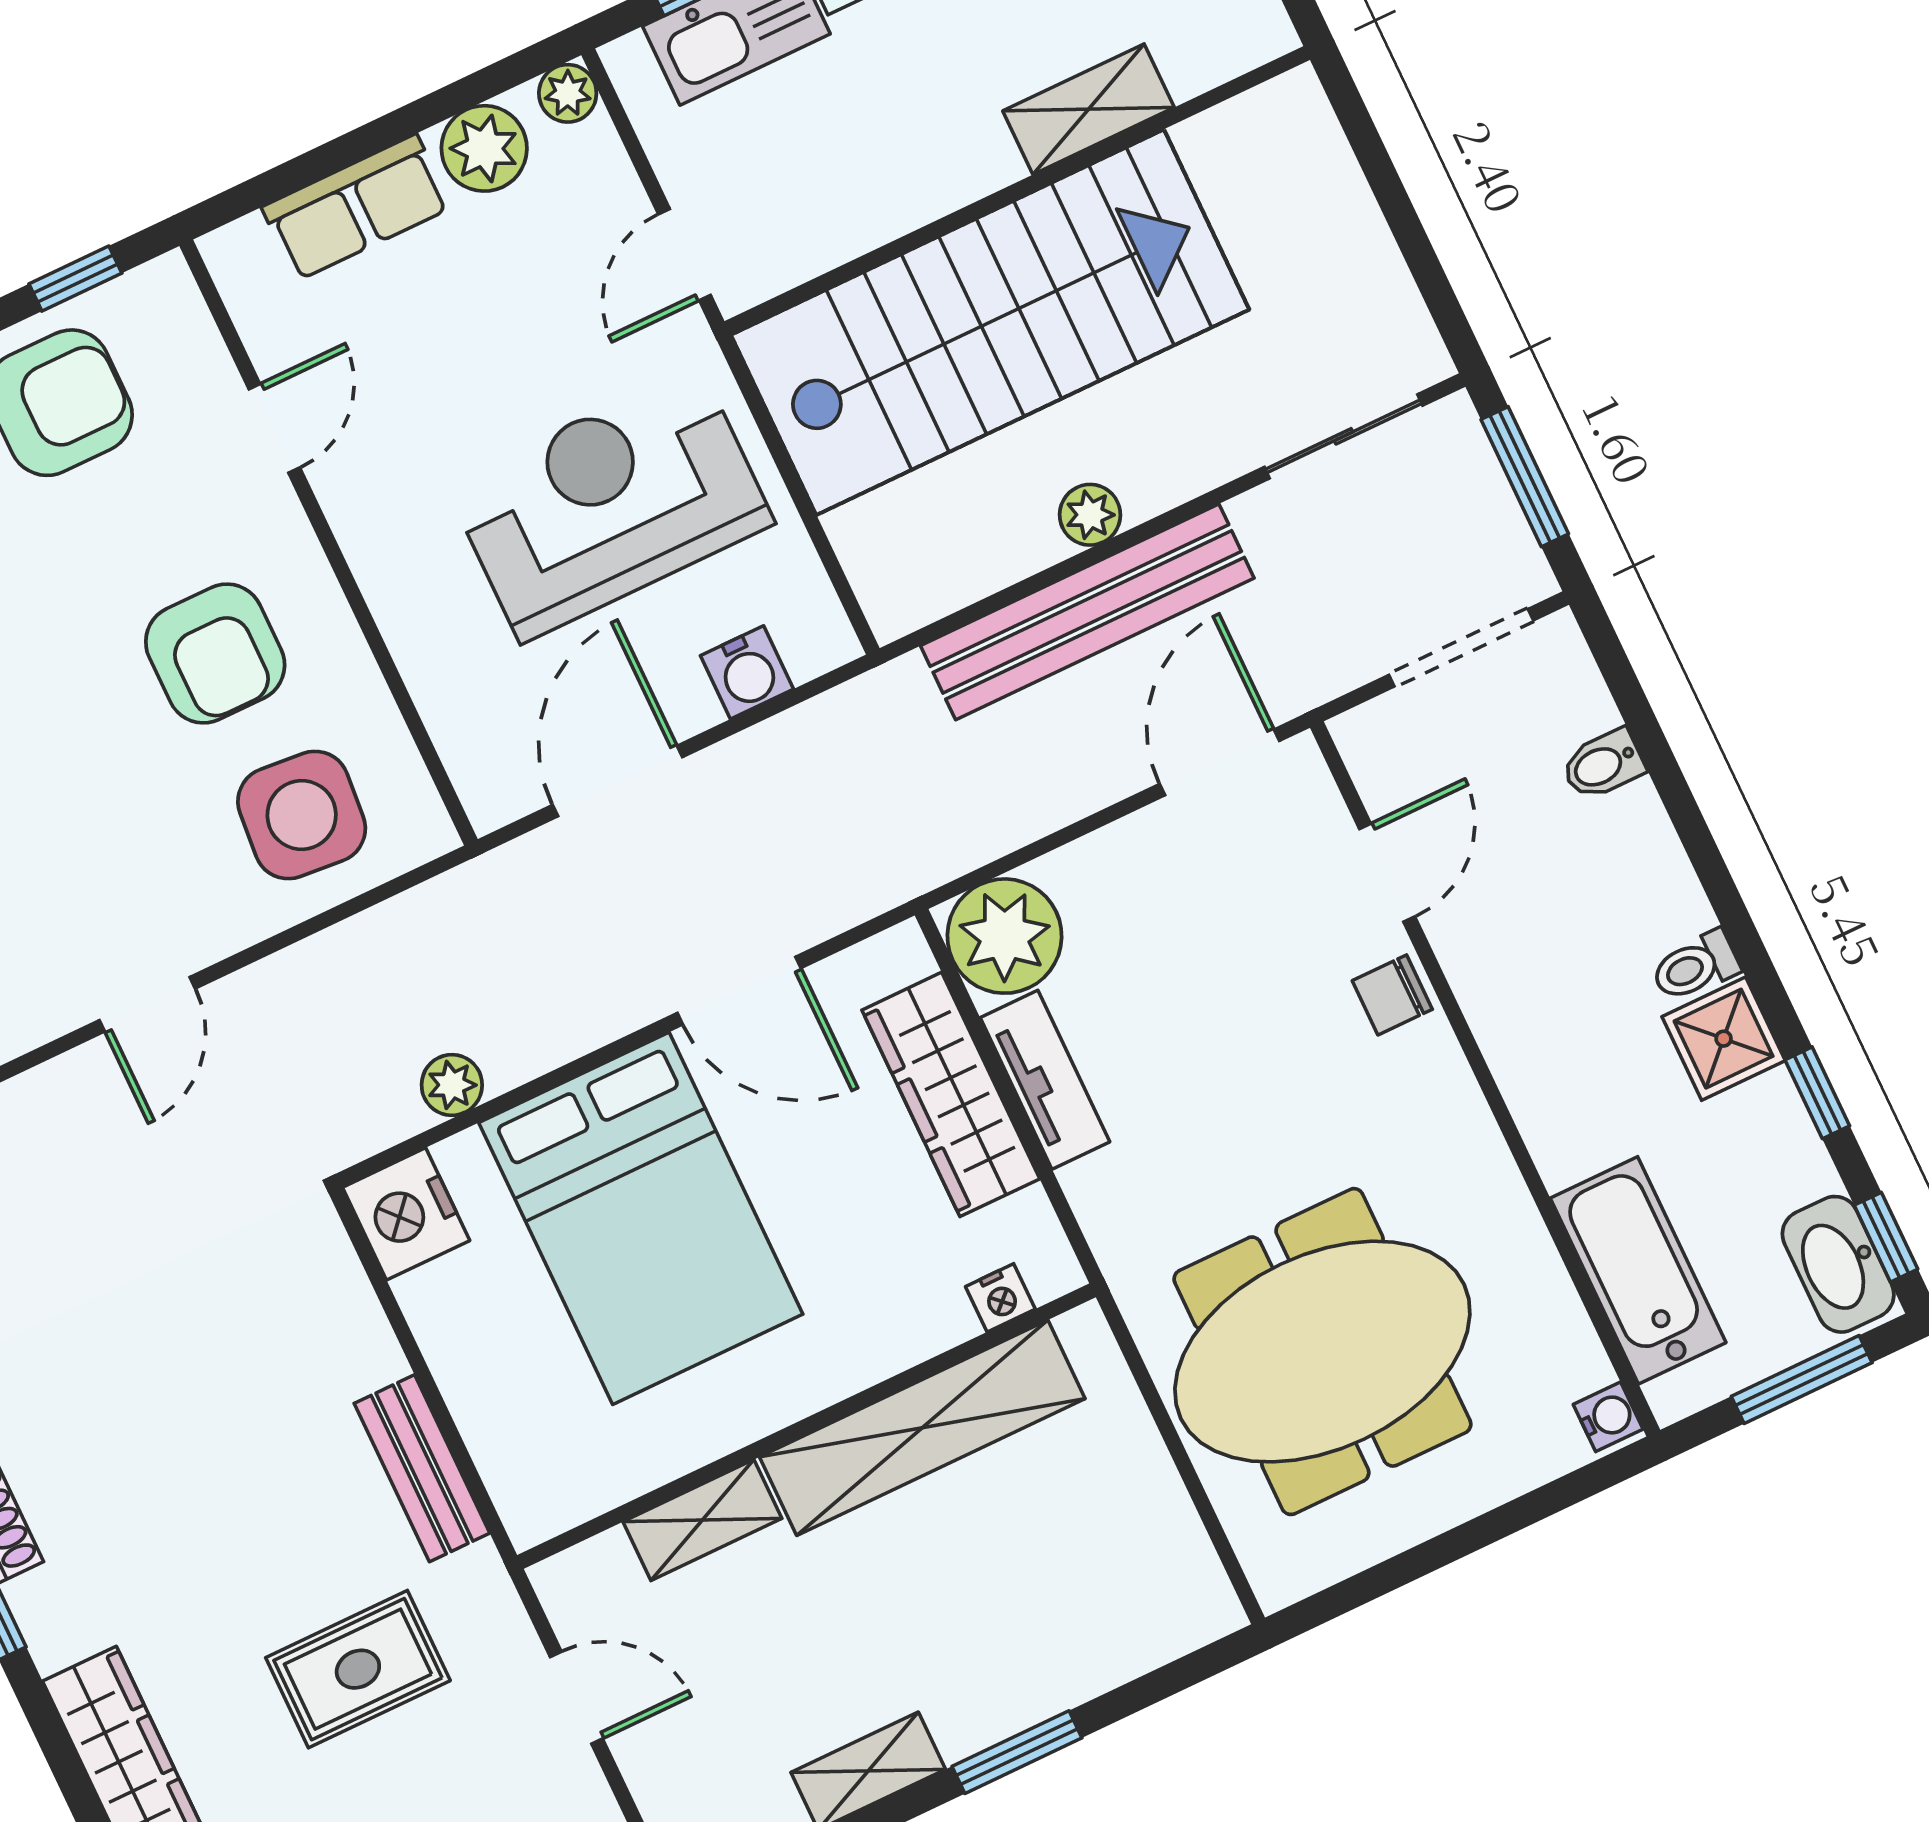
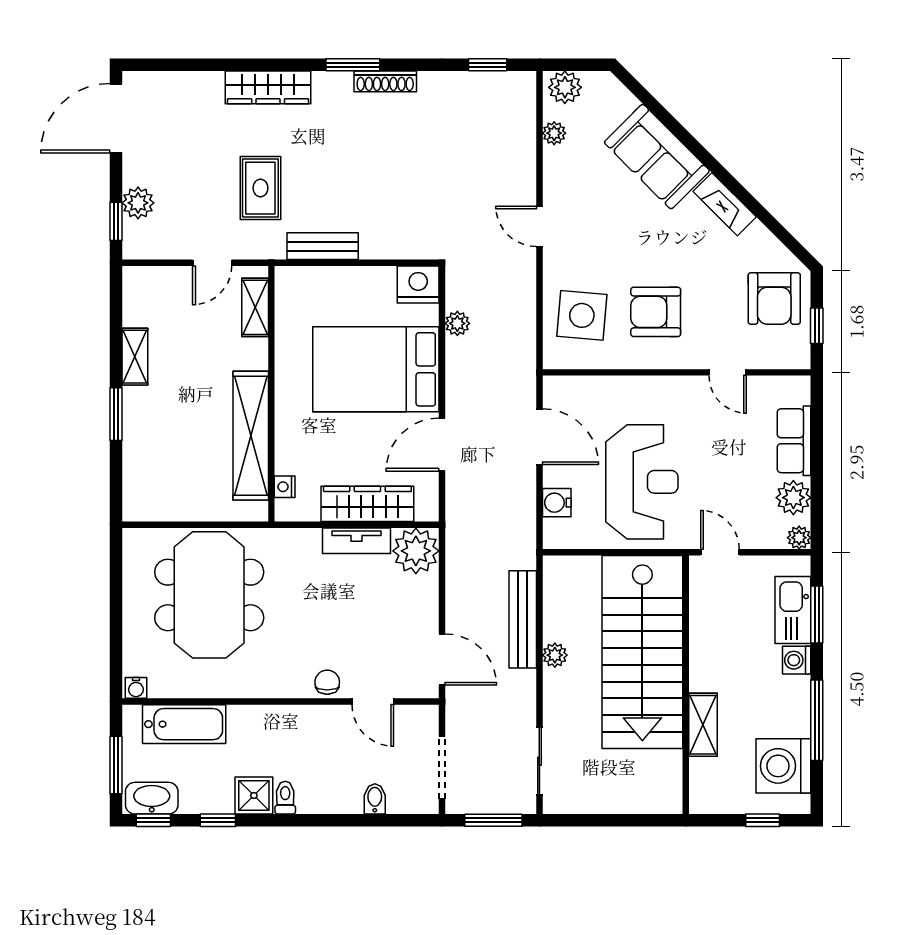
bench: (1087, 612) -> (523, 619), width x0.73, depth x0.82
shelving: (702, 1520) -> (255, 307), moved

